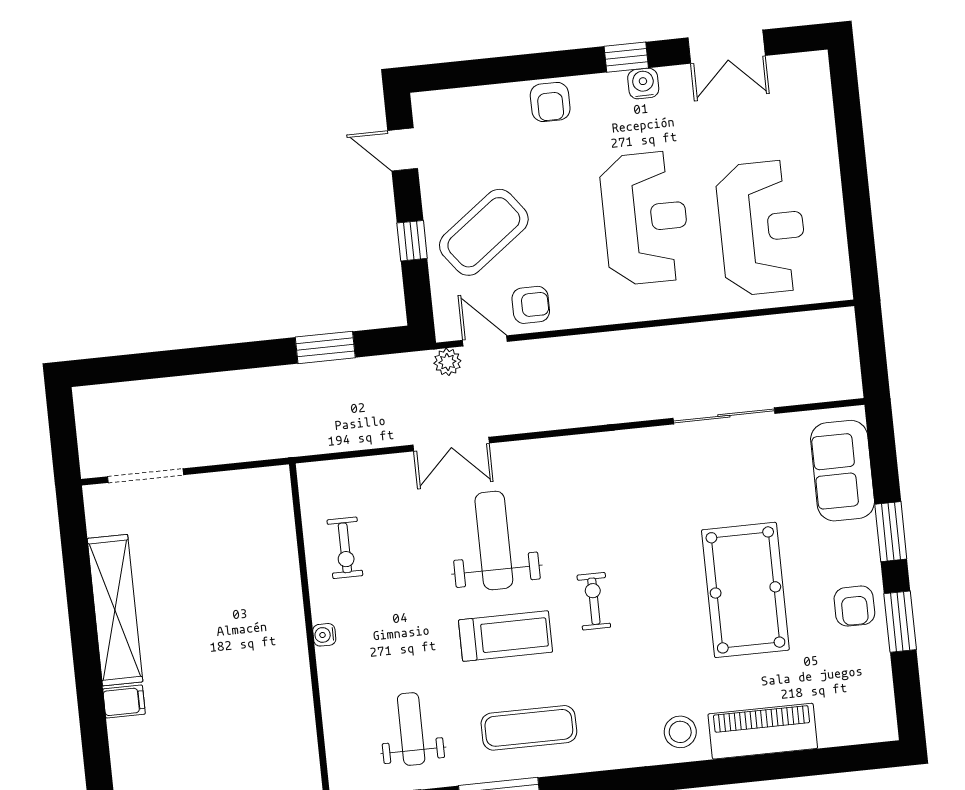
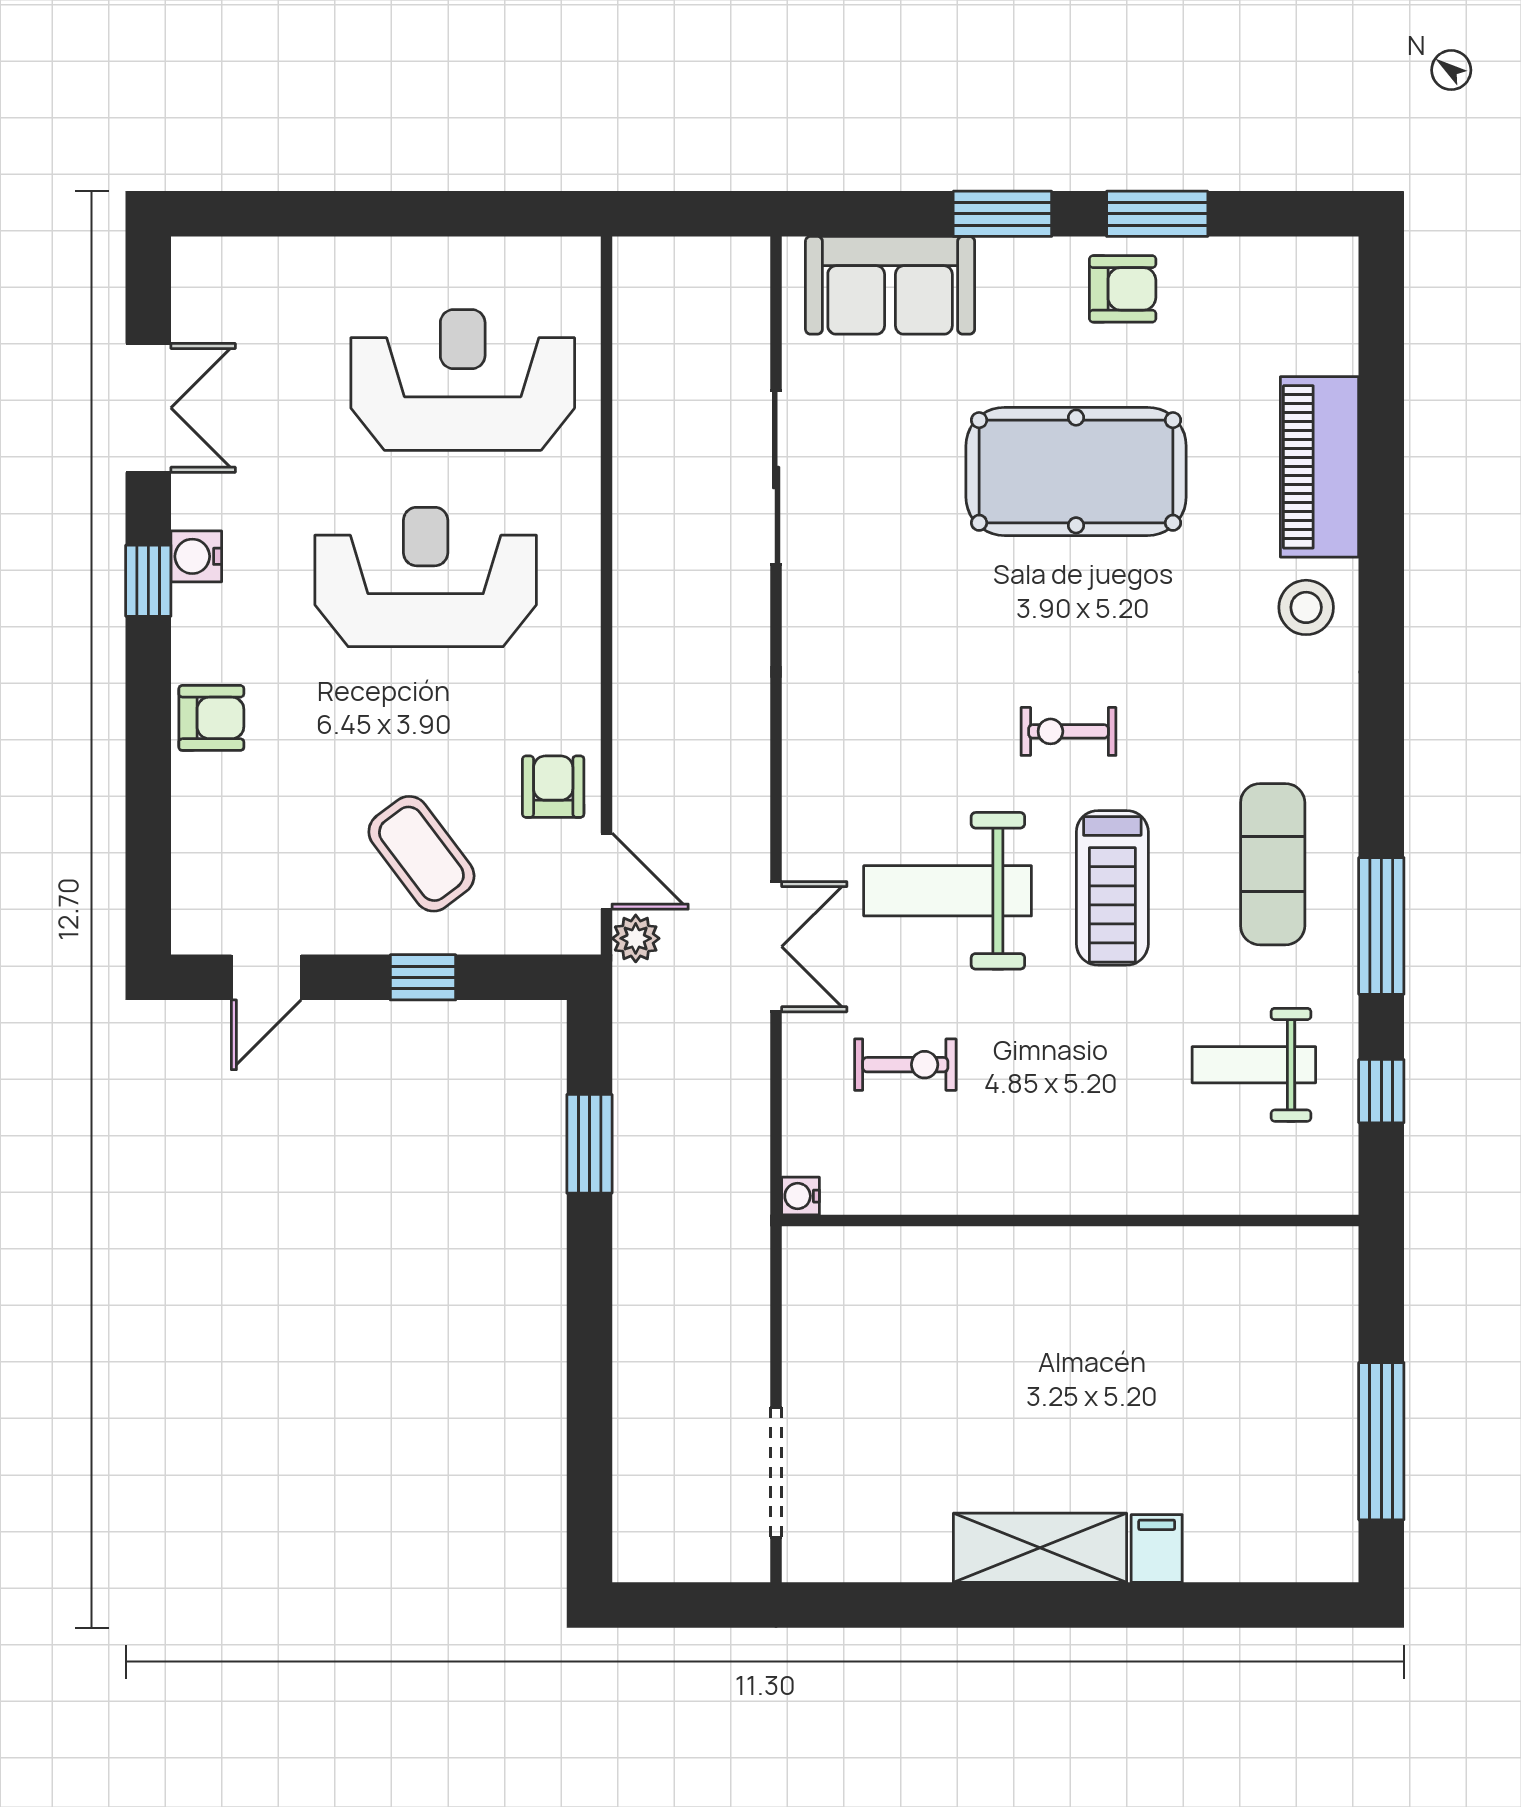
coffee table: (484, 232) -> (421, 854), width x0.73, depth x0.76
door: (485, 341) -> (606, 871), swing flipped
exercise bike: (345, 548) -> (905, 1065), moved
shelving: (115, 610) -> (1040, 1548), width x0.68
water cooler: (324, 635) -> (801, 1196), moved, turned 90
treadmill: (506, 636) -> (1112, 888), turned 180

